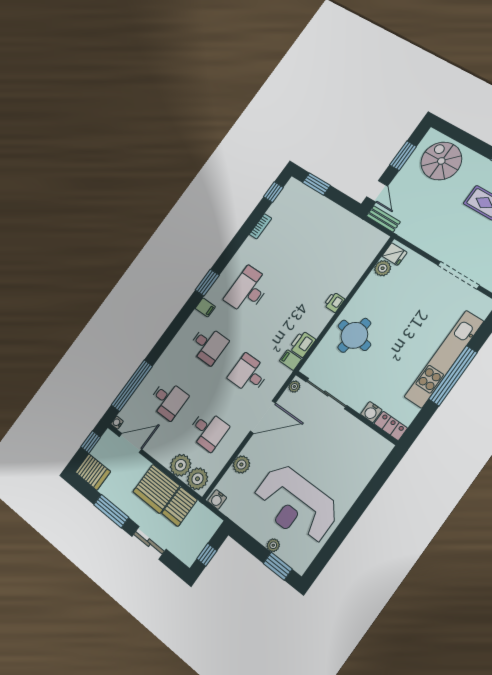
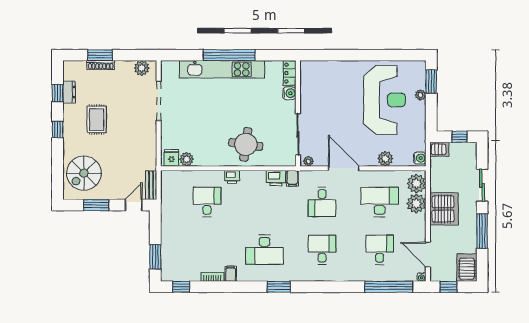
desk: (329, 263) -> (207, 202), added
filing cabinet: (205, 307) -> (231, 274), moved
desk: (208, 430) -> (380, 202), width x1.37
server rack: (179, 507) -> (439, 149), moved, width x0.73, depth x0.70

